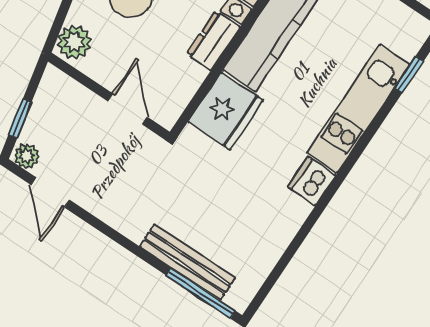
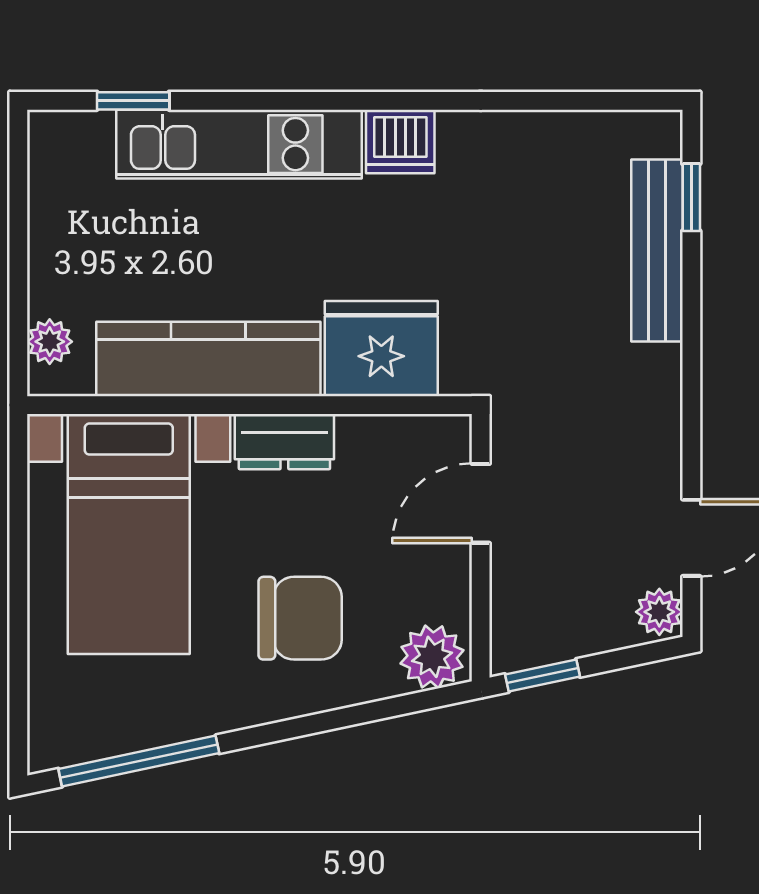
window: (20, 119) -> (542, 675), moved
window: (201, 293) -> (691, 197), width x0.46

